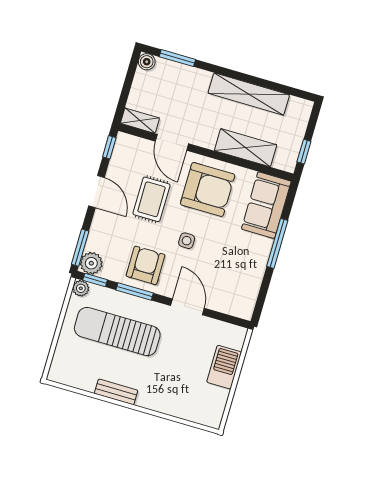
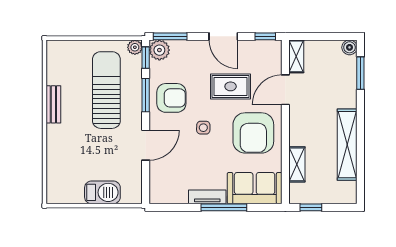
shelving: (246, 148) -> (297, 164), width x0.67, depth x0.75
door: (96, 192) -> (223, 36), hinge flipped
tv unit: (261, 258) -> (207, 197), added

